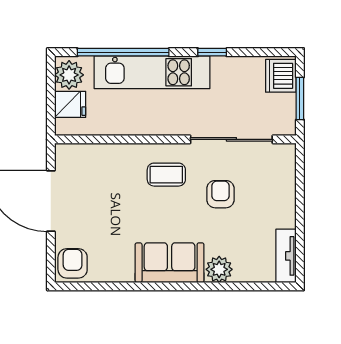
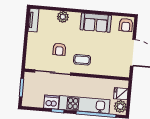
dishwasher: (281, 76) -> (51, 102), moved, turned -90
sofa: (170, 263) -> (96, 23), moved

